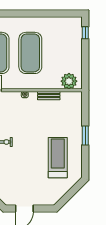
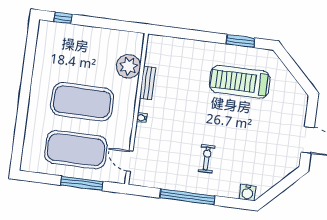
plant: (69, 81) -> (129, 66), moved
window: (85, 136) -> (240, 41), moved

